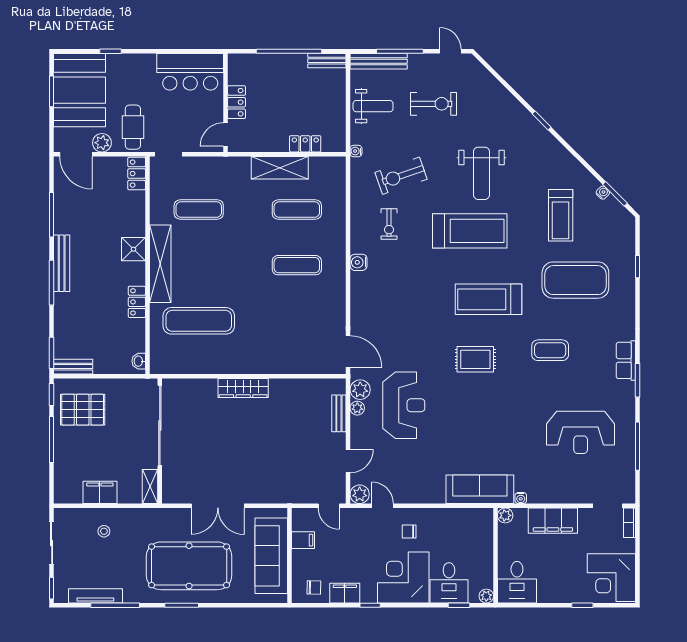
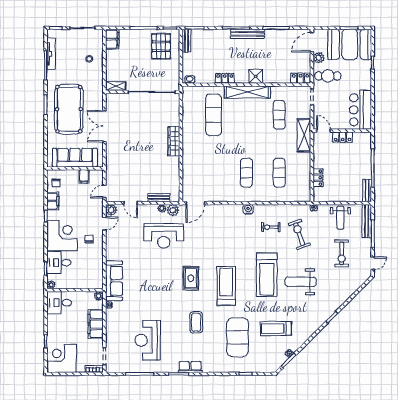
shelving: (280, 168) -> (304, 135), moved
filing cabinet: (100, 492) -> (112, 39), moved

